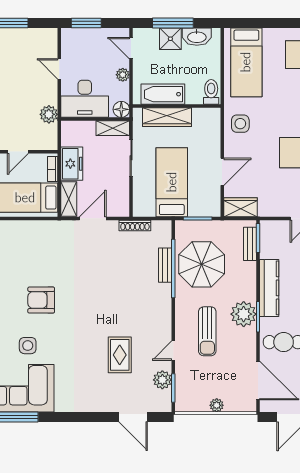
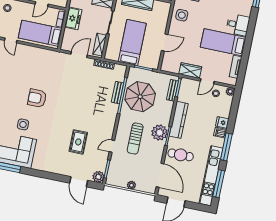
shelving: (69, 199) -> (100, 45), moved
wardrobe: (240, 207) -> (190, 70), moved
plant: (162, 380) -> (98, 177), moved

